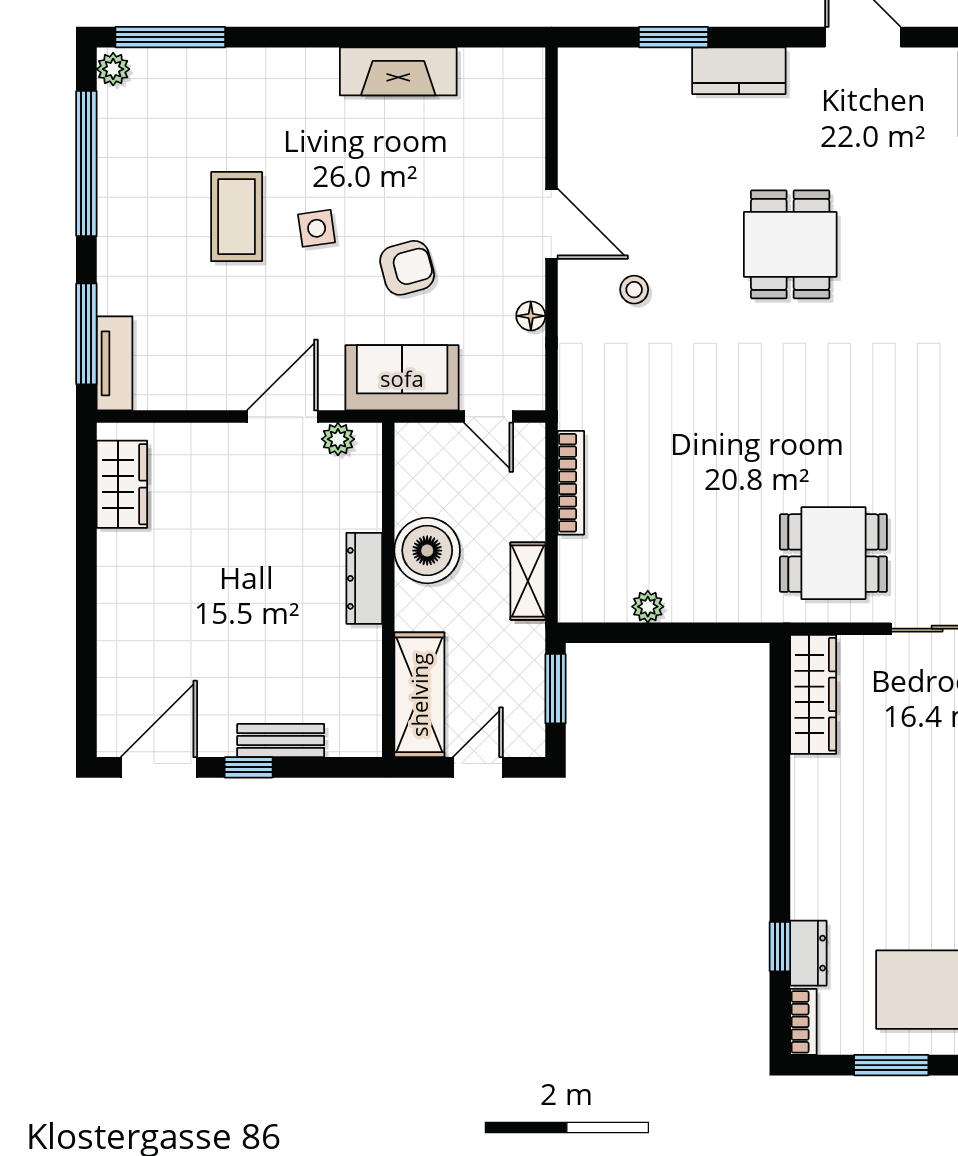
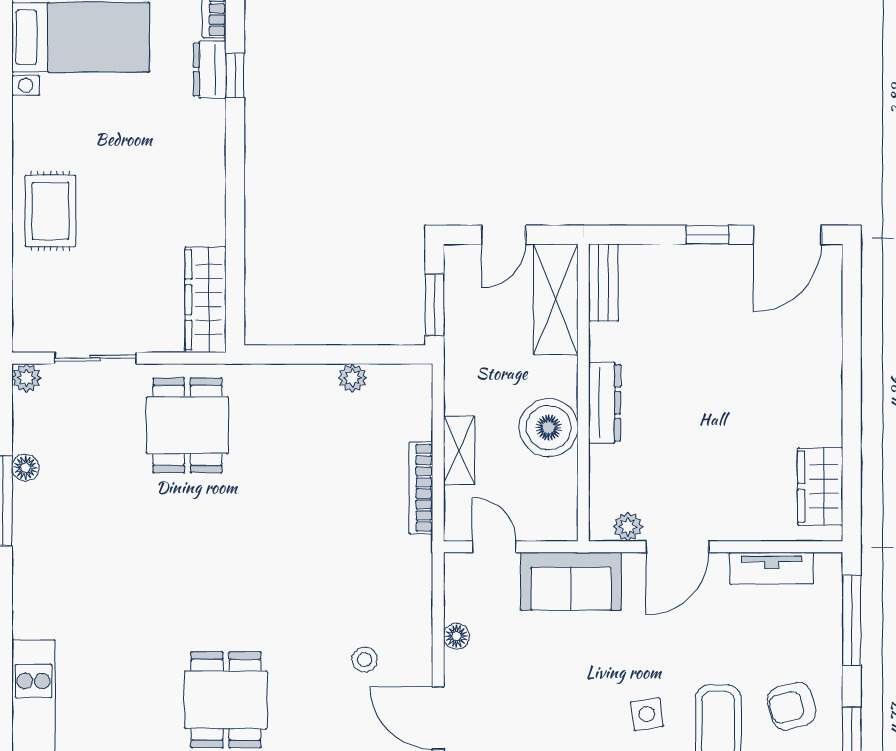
armchair: (407, 268) -> (792, 706), moved
tv unit: (114, 363) -> (772, 568), moved, turned -90
dining table: (833, 553) -> (187, 425), turned 90
shelving: (528, 581) -> (459, 450), moved
bench: (281, 741) -> (603, 283), moved, turned 90

